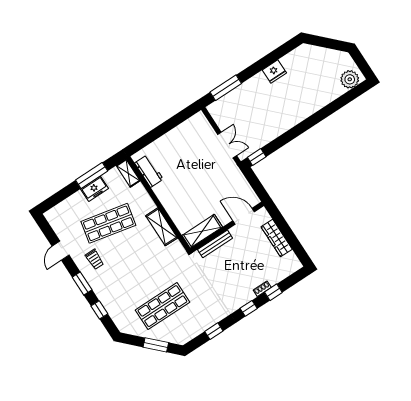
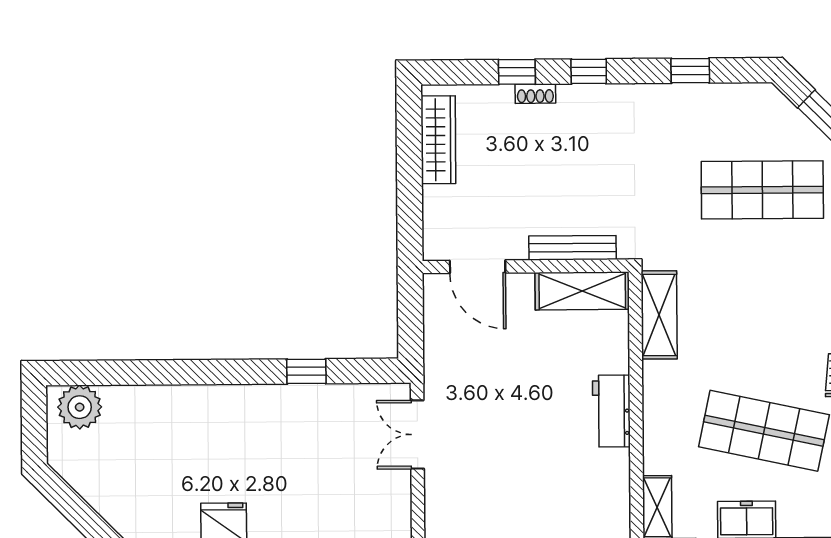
window: (257, 157) -> (306, 371), moved
workbench: (149, 171) -> (611, 411), moved
shelving: (162, 227) -> (659, 315), moved
wardrobe: (277, 238) -> (438, 140), moved

